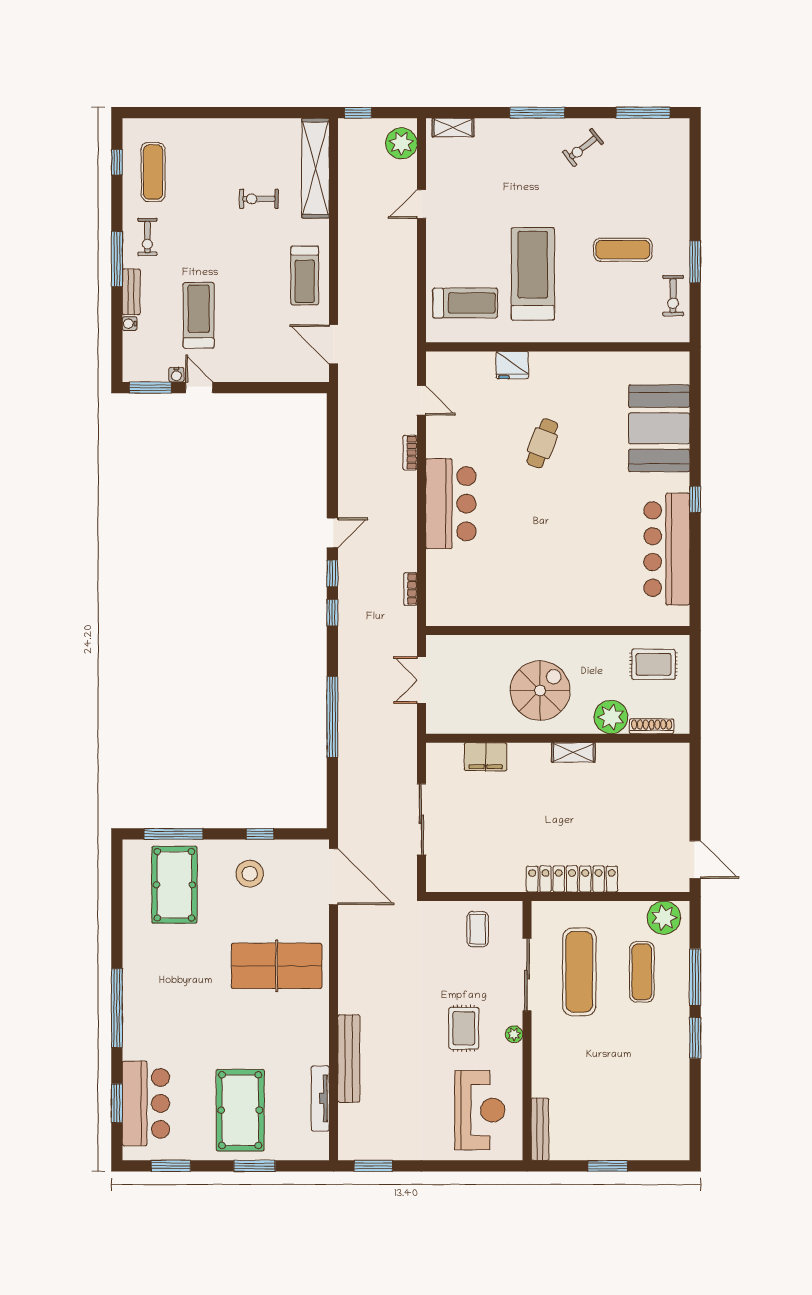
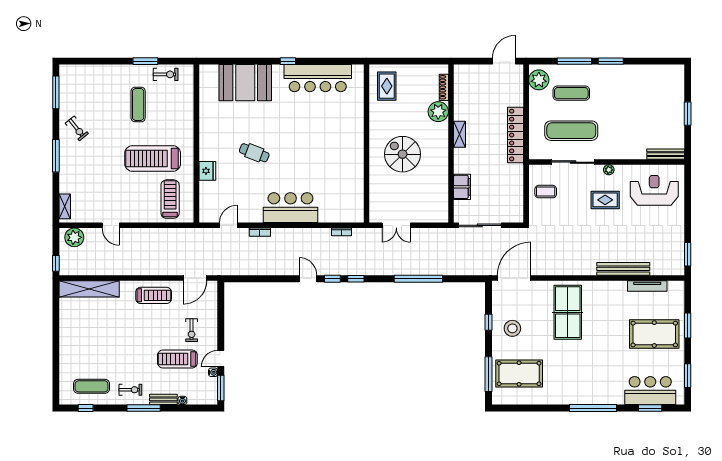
exercise bike: (259, 199) -> (192, 330), moved
plant: (611, 717) -> (438, 112), moved
shoe rack: (652, 726) -> (444, 87), moved
wall: (558, 738) -> (451, 144), moved
shelving: (573, 752) -> (459, 134), moved
filing cabinet: (486, 757) -> (462, 187), moved

